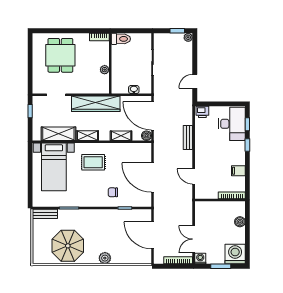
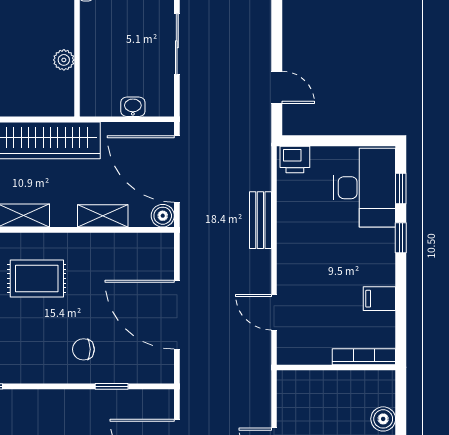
door: (195, 81) -> (277, 87), swing flipped

